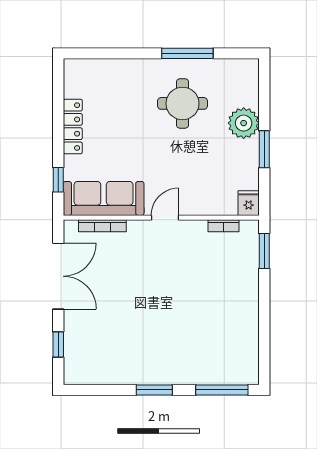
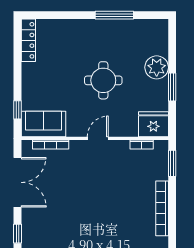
round table: (183, 103) -> (103, 80), moved
locker: (73, 127) -> (28, 40), moved
sofa: (104, 198) -> (44, 124), width x0.73
fridge: (249, 203) -> (153, 124), width x1.88, depth x1.34
bookcase: (251, 311) -> (162, 208), added

